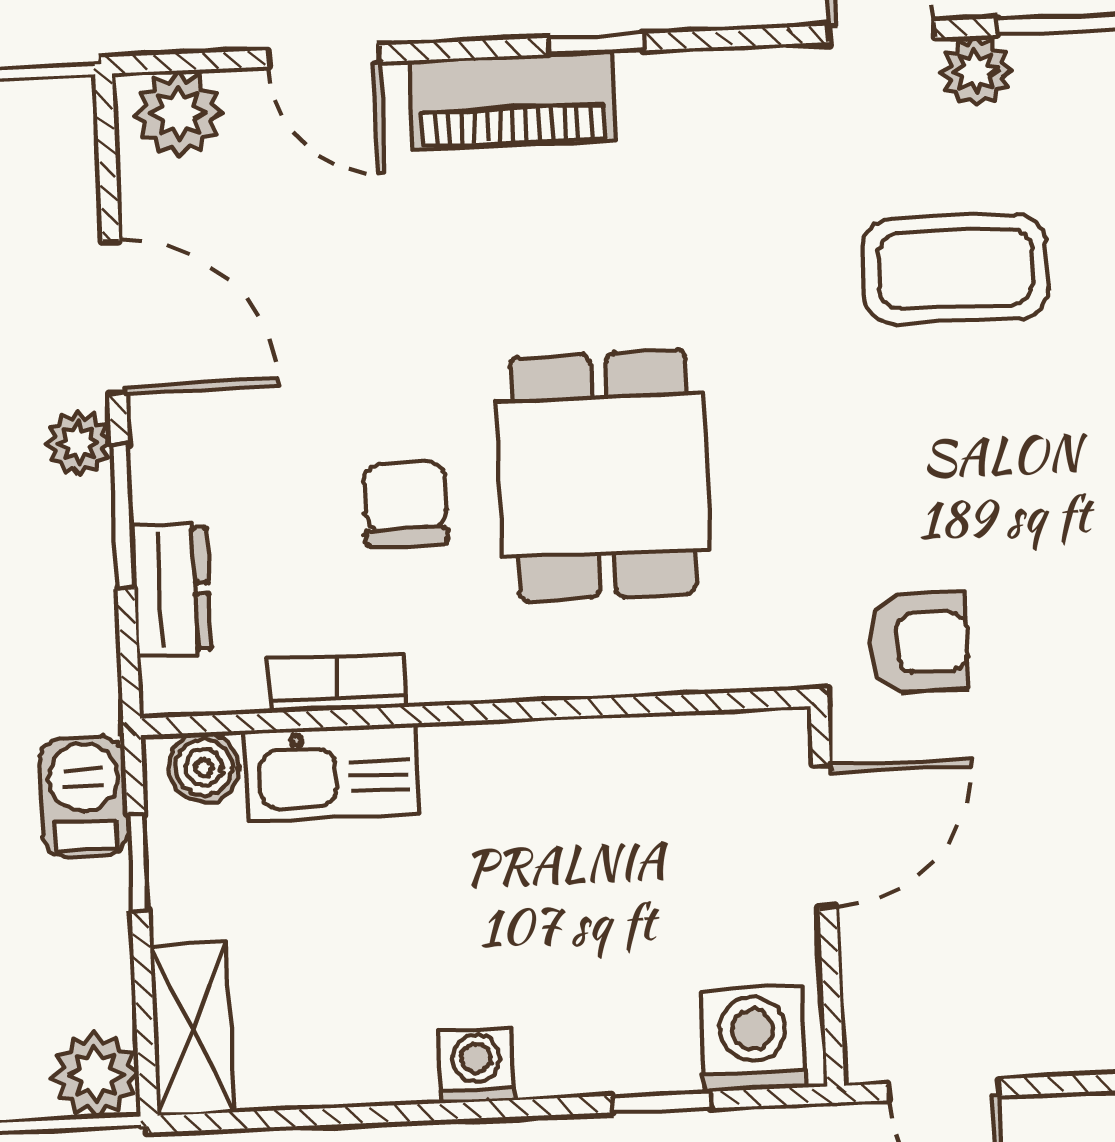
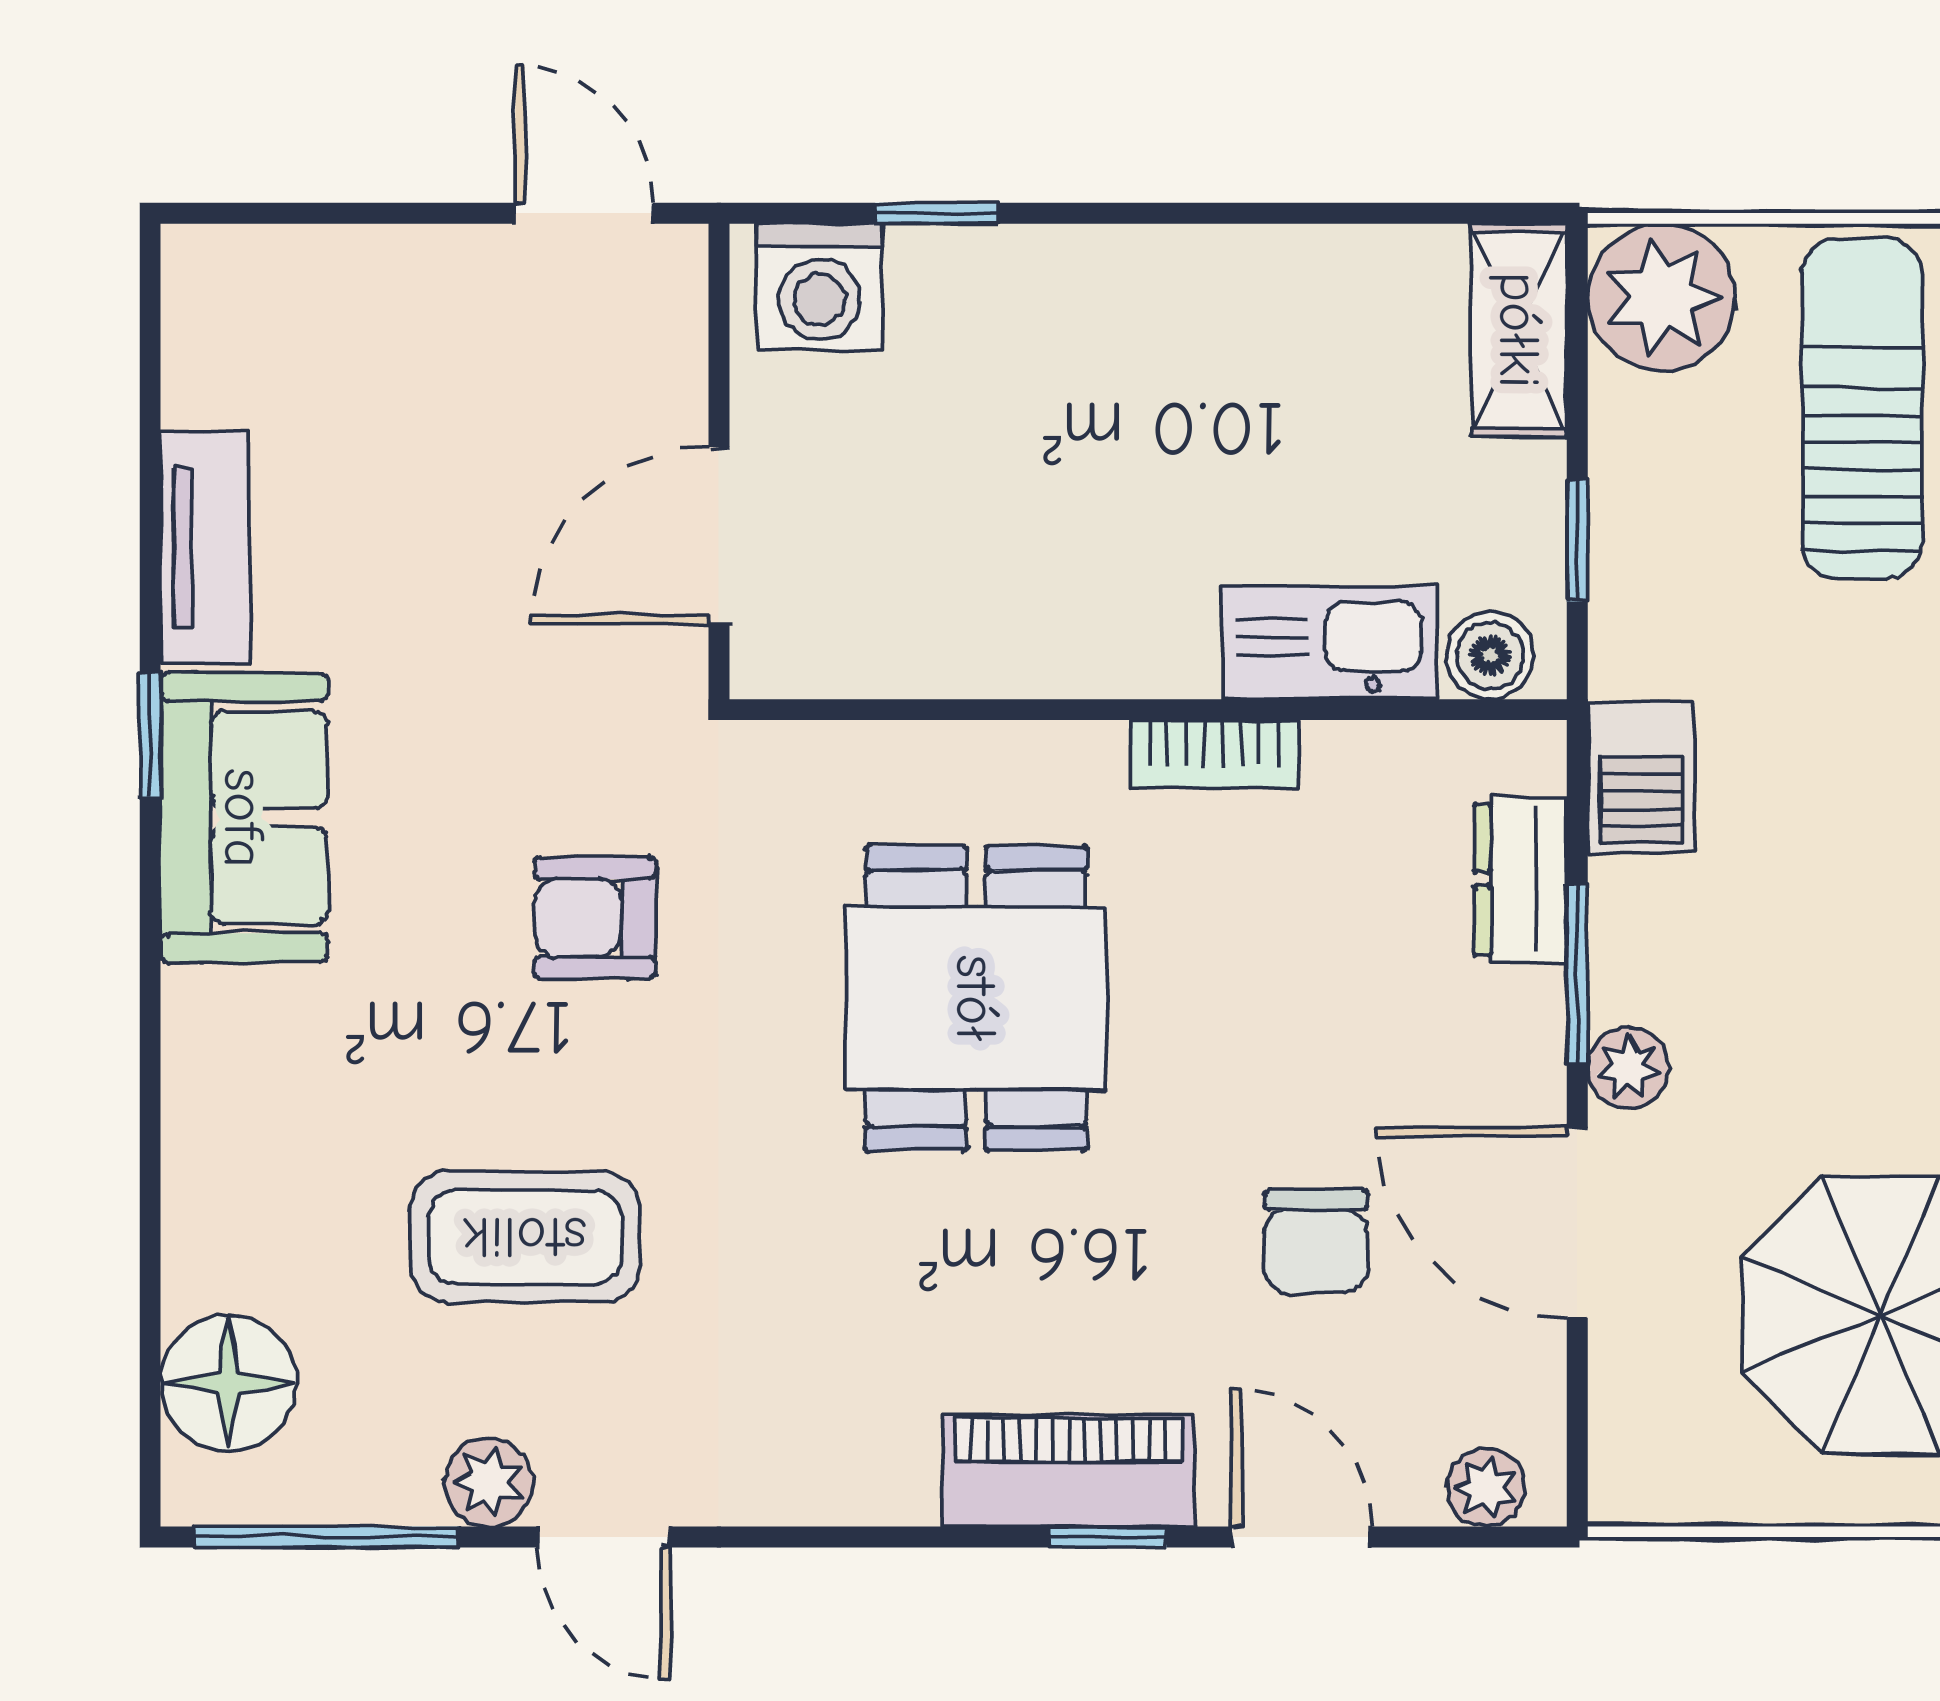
window: (596, 44) -> (1108, 1537), moved
plant: (178, 114) -> (1486, 1487), width x0.73, depth x0.73
chair: (405, 504) -> (1316, 1241), moved
armchair: (918, 643) -> (595, 918), moved
bookcase: (337, 683) -> (1214, 754), moved
barbecue: (84, 797) -> (1641, 777), moved
washing machine: (476, 1065) -> (1166, 269), removed
plant: (96, 1075) -> (1661, 297), width x1.36, depth x1.36

